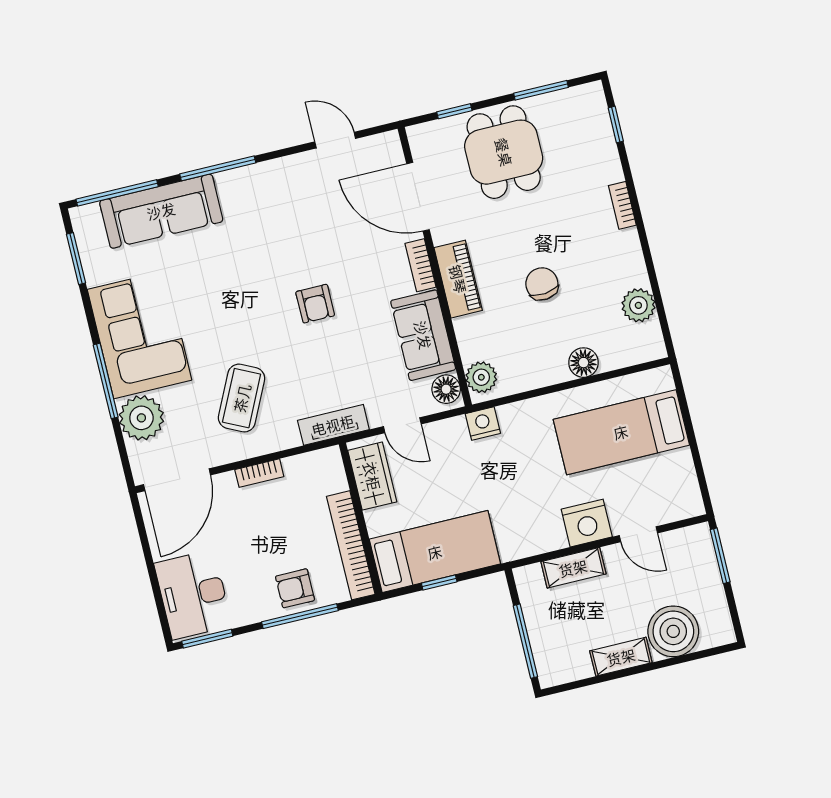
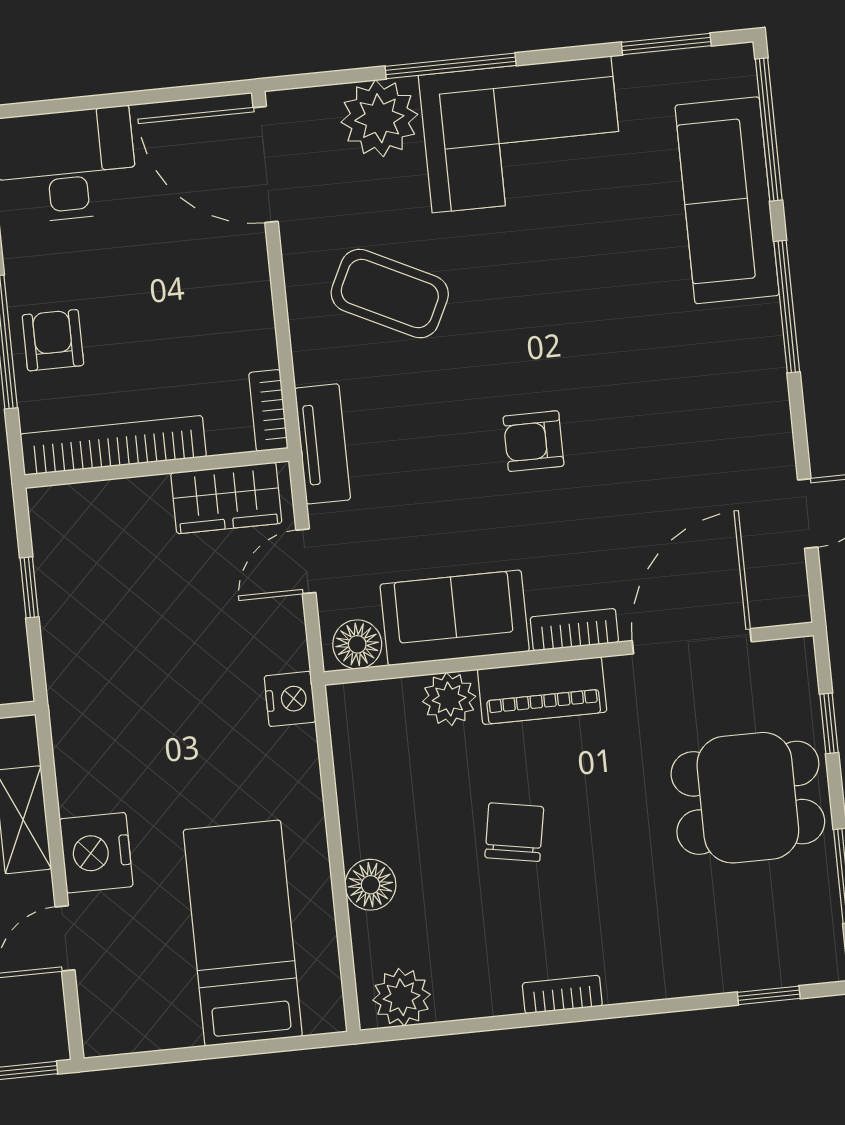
bookcase: (622, 205) -> (562, 994), moved
chair: (542, 284) -> (514, 832), turned -74
plant: (638, 305) -> (402, 997), moved
plant: (481, 377) -> (449, 699), moved
bookcase: (259, 473) -> (268, 411), moved
bed: (435, 552) -> (83, 587), removed

